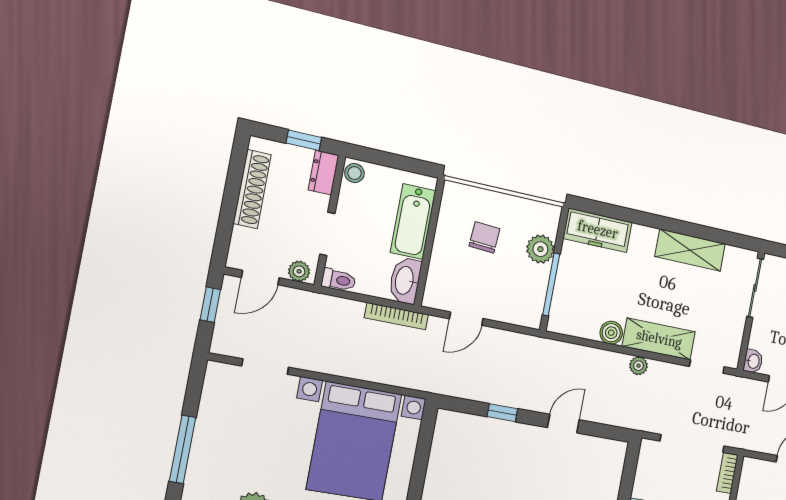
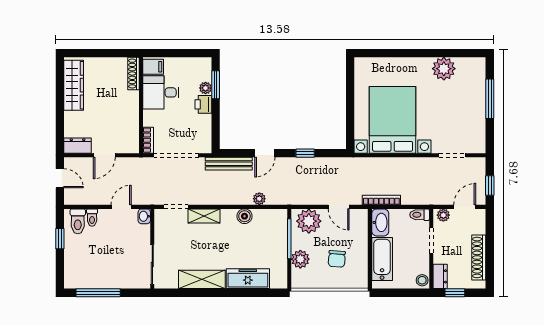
freezer: (598, 230) -> (248, 279), moved
plant: (517, 306) -> (309, 221), added
door: (466, 319) -> (339, 207), swing flipped
shelving: (659, 339) -> (204, 216), width x0.67, depth x0.75
plant: (639, 366) -> (259, 199), moved
bench: (620, 417) -> (229, 164), added

